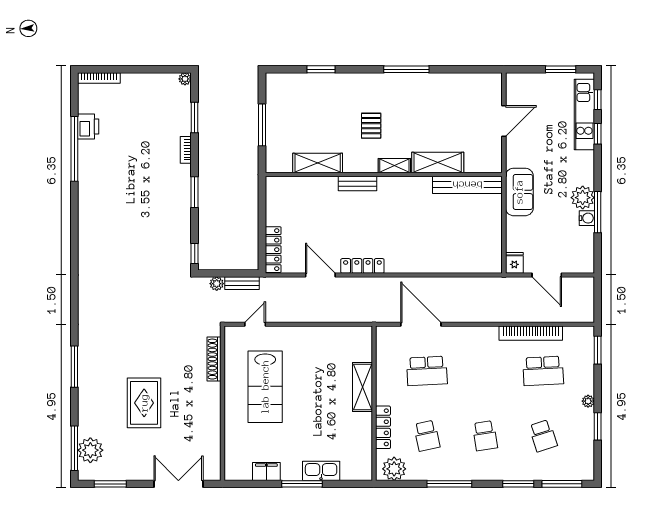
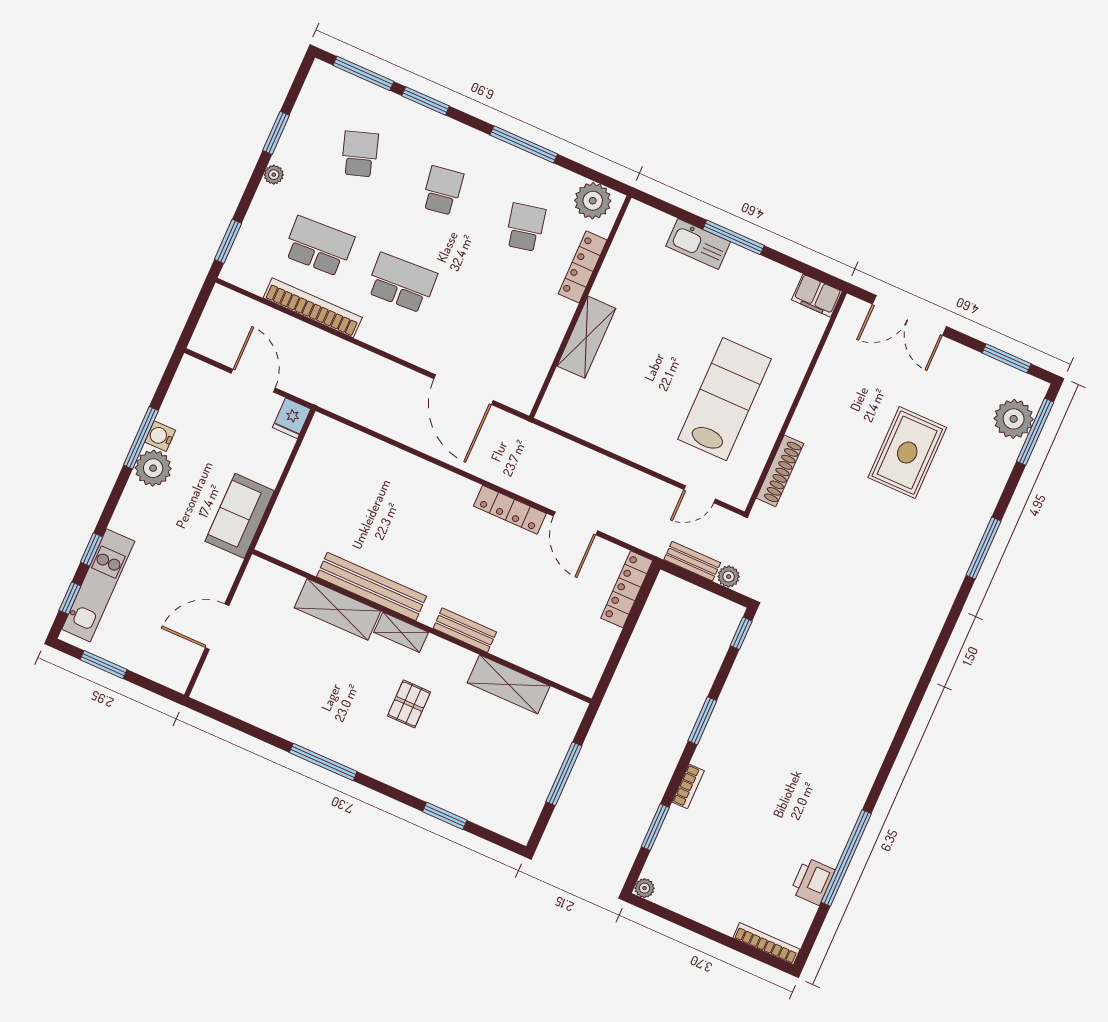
bench: (467, 185) -> (372, 586), moved
school desk: (427, 371) -> (402, 283), moved
filing cabinet: (266, 471) -> (817, 296), moved

